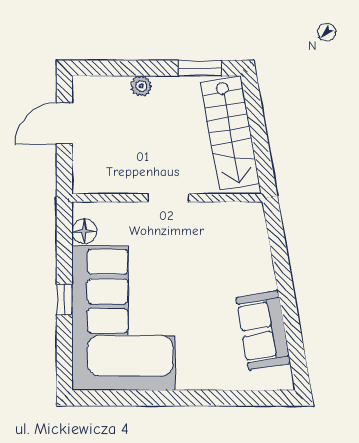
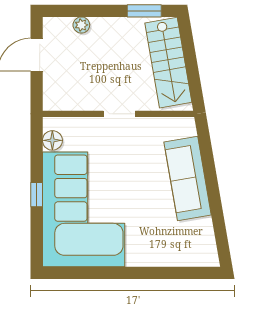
plant: (141, 86) -> (81, 25), moved
sofa: (263, 330) -> (188, 178), moved, width x1.36

